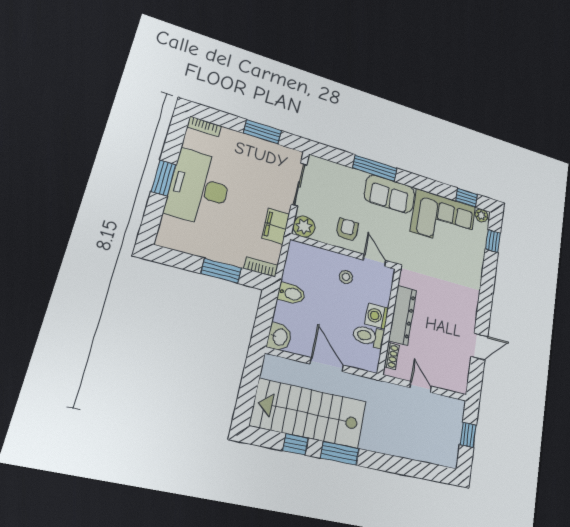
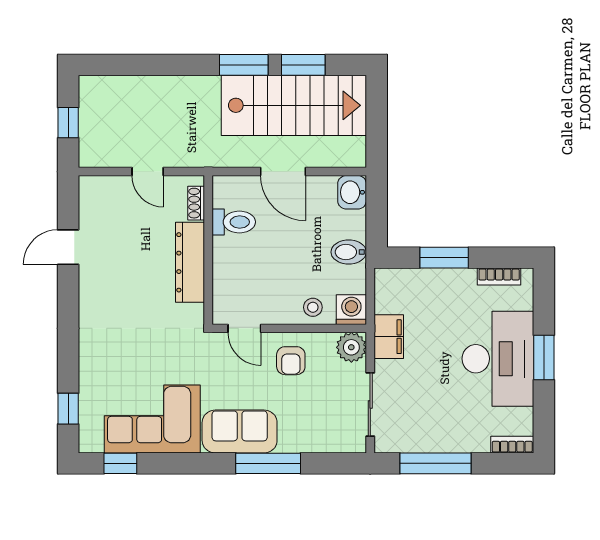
window: (262, 132) -> (436, 463), width x1.44
plant: (481, 215) -> (92, 443), removed
bookcase: (261, 267) -> (499, 277), moved
stool: (346, 277) -> (313, 307), moved
washing machine: (377, 316) -> (351, 310), moved, turned -90
window: (296, 444) -> (303, 65), width x1.50

